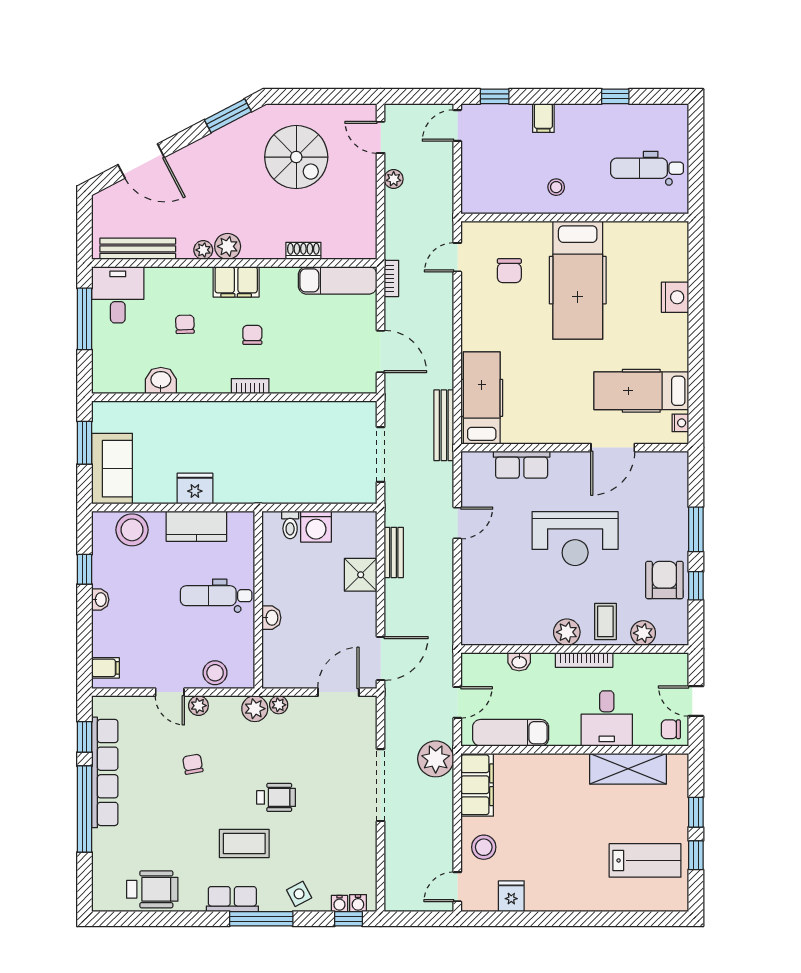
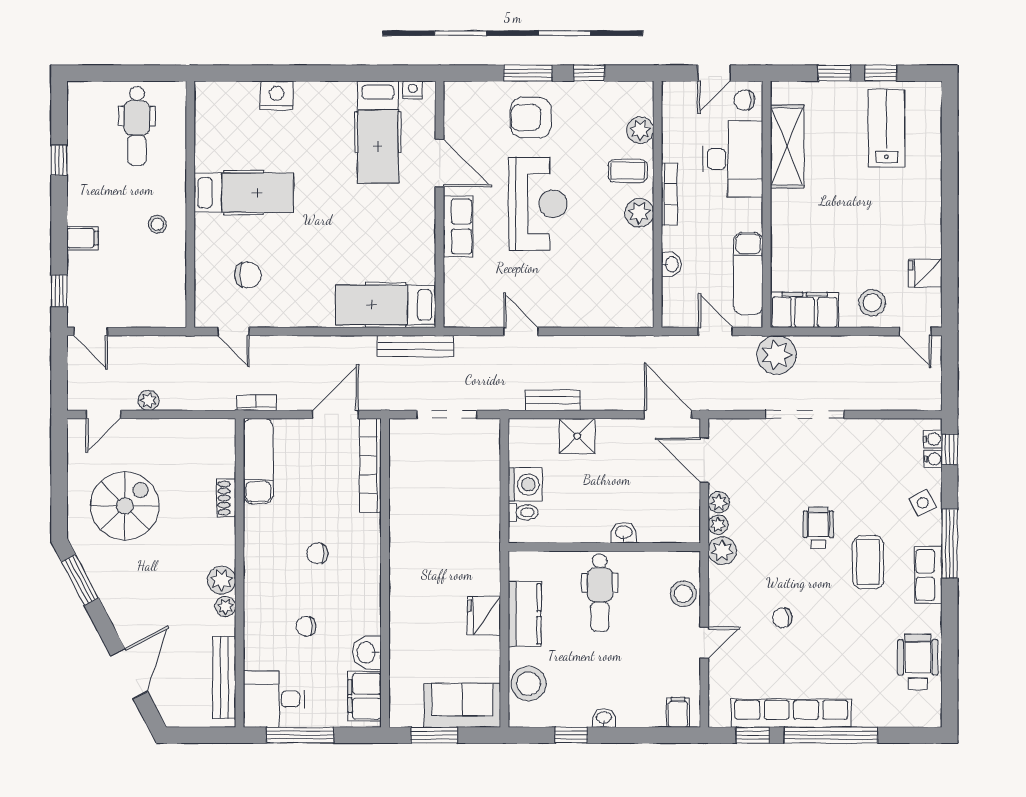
hospital bed: (578, 280) -> (244, 193), width x0.73, depth x0.78
filing cabinet: (236, 282) -> (364, 696), moved, turned 180
bookcase: (250, 386) -> (370, 466), moved, width x2.31, depth x1.31
row of seats: (522, 465) -> (458, 226), moved
armchair: (664, 580) -> (531, 118), moved
plant: (198, 706) -> (719, 502), moved
desk: (607, 718) -> (733, 159), width x1.37
chair: (671, 729) -> (744, 100), turned 90

